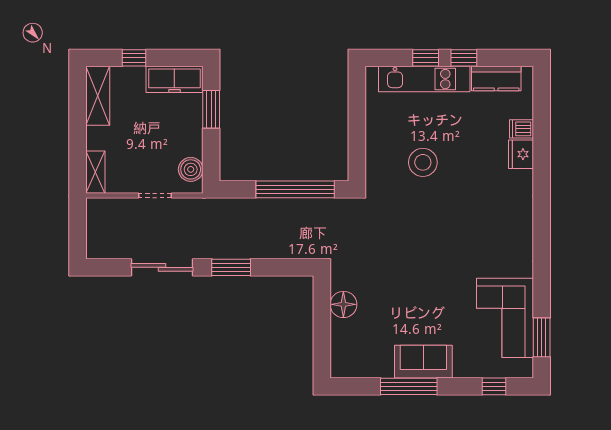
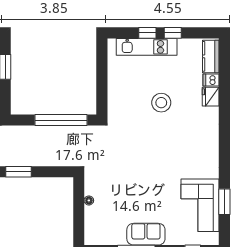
kitchen counter: (496, 78) -> (211, 56), moved, turned 90
stool: (423, 162) -> (161, 103), moved
floor lamp: (343, 304) -> (89, 200), width x0.53, depth x0.53
window: (542, 337) -> (224, 202), moved

